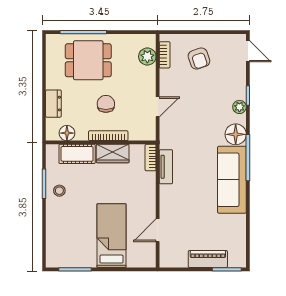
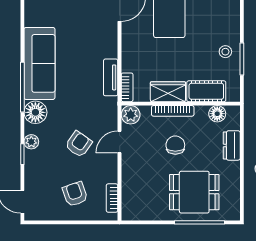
plant: (147, 57) -> (131, 115), moved
chair: (106, 104) -> (175, 145), turned 180
armchair: (196, 105) -> (79, 144), added

